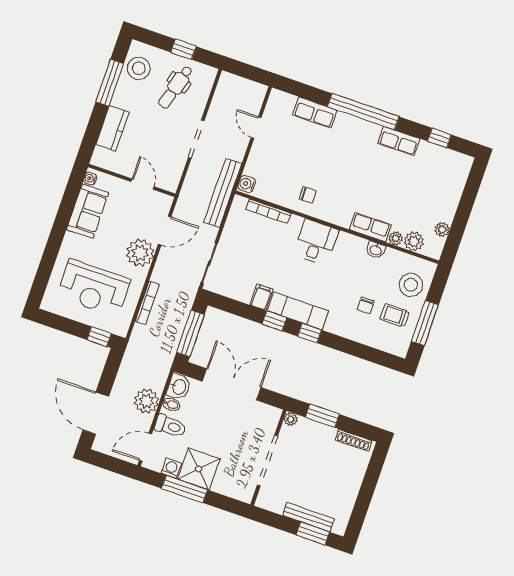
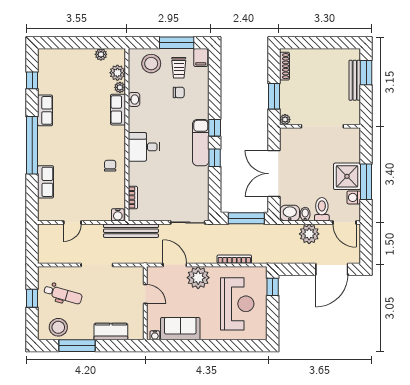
door: (143, 184) -> (145, 294), swing flipped
bookcase: (268, 211) -> (133, 198), width x0.64
filing cabinet: (262, 297) -> (201, 58), moved, turned -90

